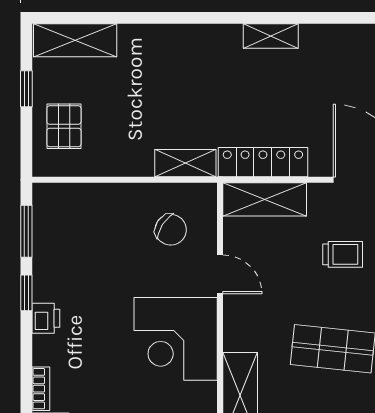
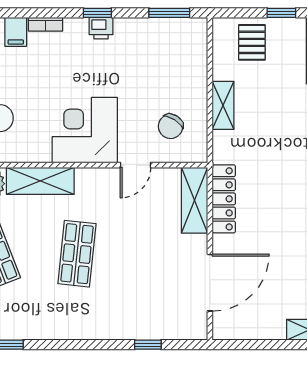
pallet: (64, 126) -> (252, 42), turned 90
shelving: (185, 163) -> (223, 105), moved
trolley: (343, 254) -> (151, 262), removed
window: (26, 293) -> (97, 13), moved

